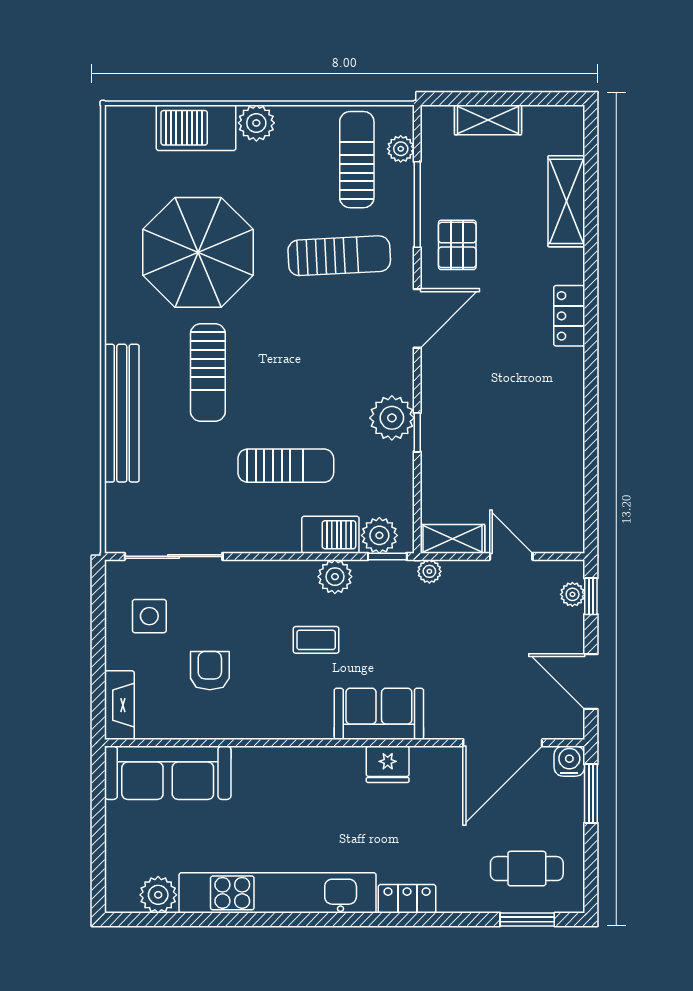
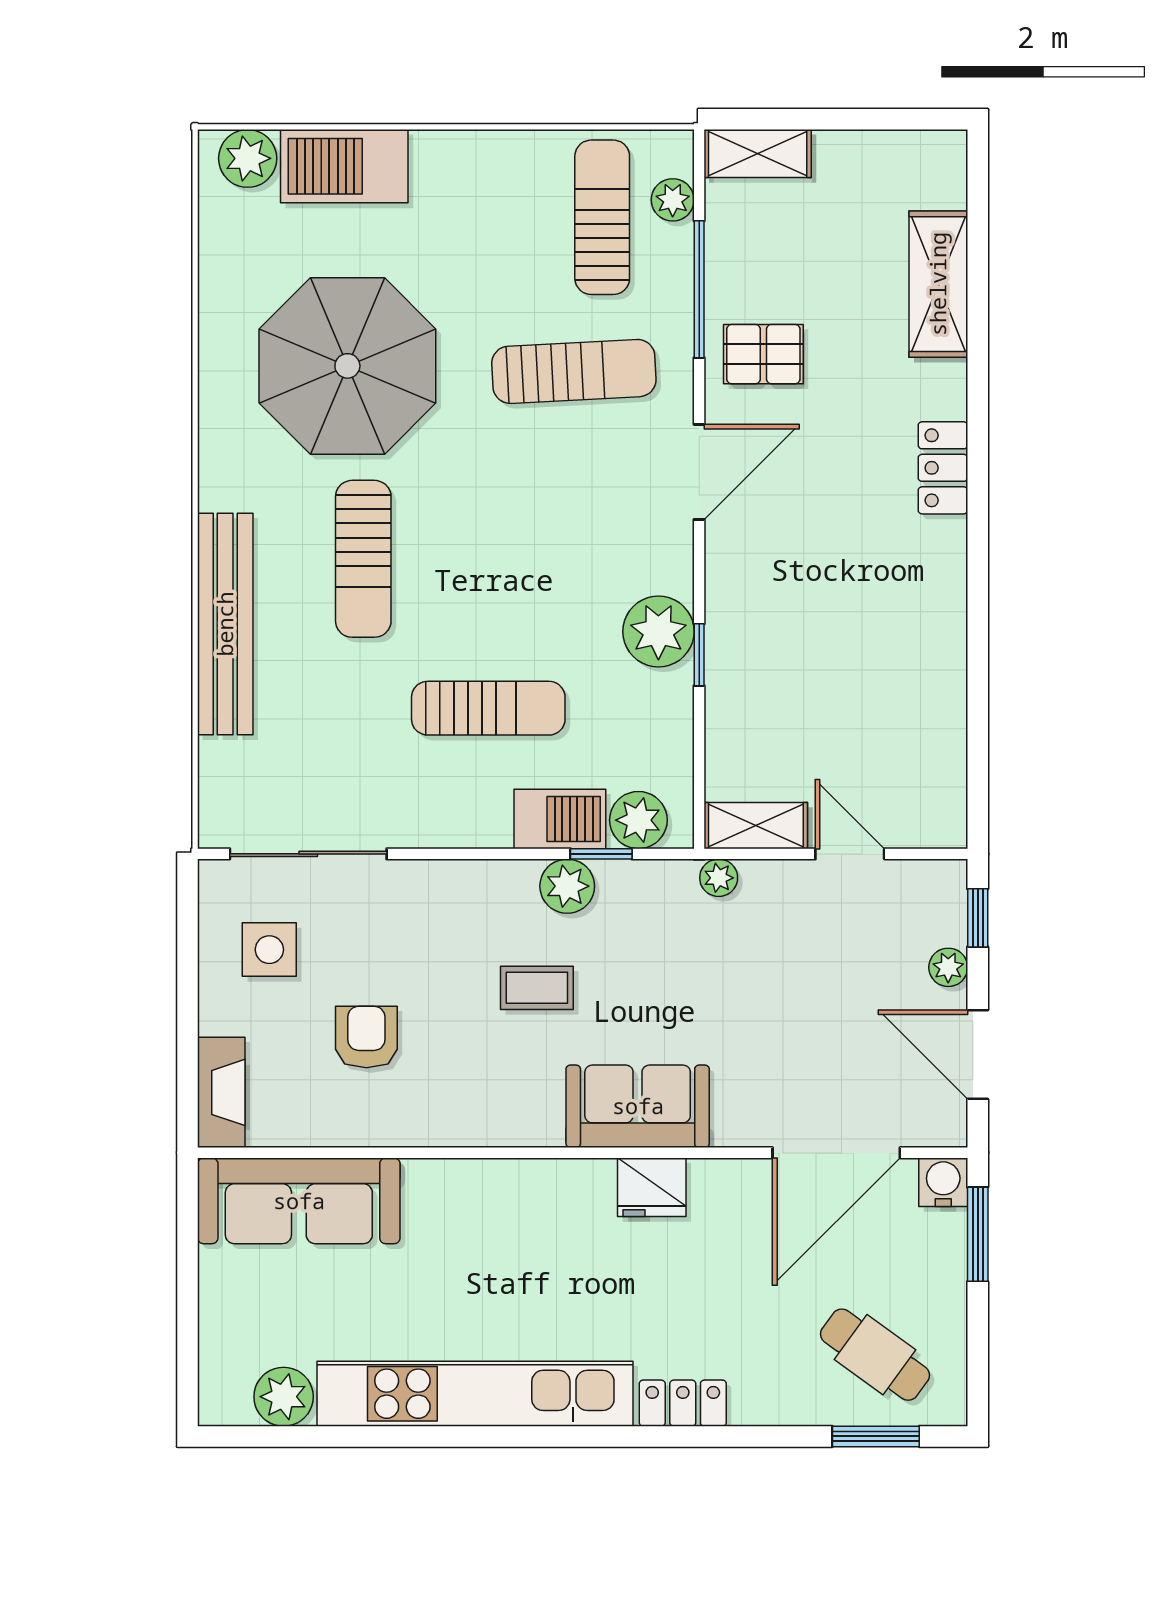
shelving: (488, 120) -> (758, 154), moved
plant: (256, 123) -> (248, 158), moved
pallet: (457, 245) -> (763, 354), turned 90
window: (387, 556) -> (601, 854), moved
plant: (572, 594) -> (948, 967), moved
cafe table: (527, 869) -> (875, 1355), turned 36

